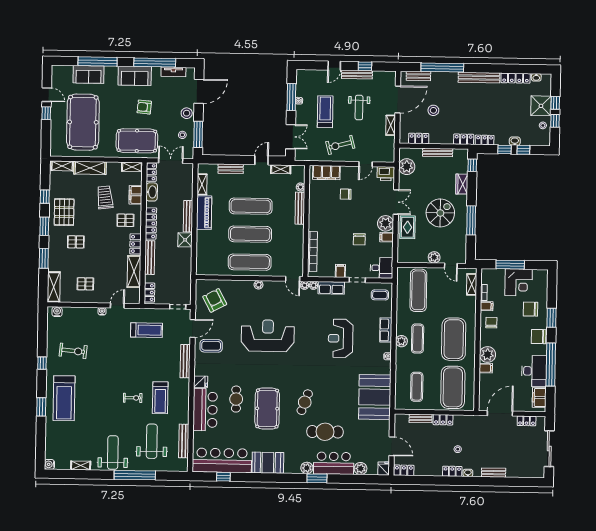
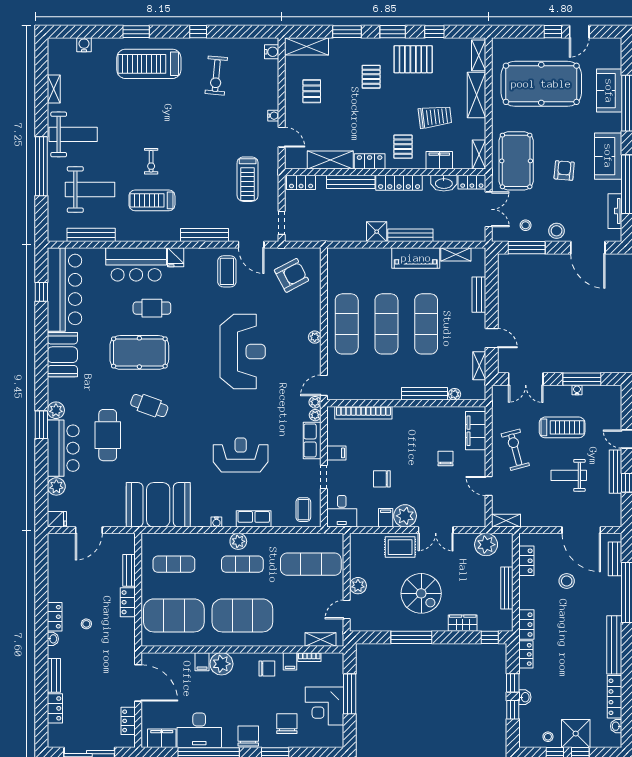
shelving: (391, 125) -> (506, 521), moved
printer: (386, 174) -> (476, 515), removed
water cooler: (49, 464) -> (84, 45), moved
locker: (404, 470) -> (55, 708), moved

